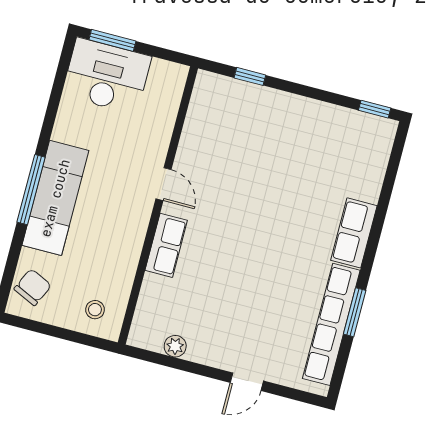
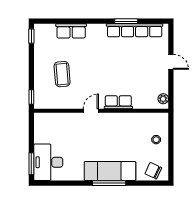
coffee table: (280, 152) -> (62, 74), added
door: (163, 184) -> (91, 111), moved
wall: (158, 205) -> (101, 111), moved
row of seats: (354, 233) -> (71, 31), moved
row of seats: (166, 245) -> (118, 102), moved

